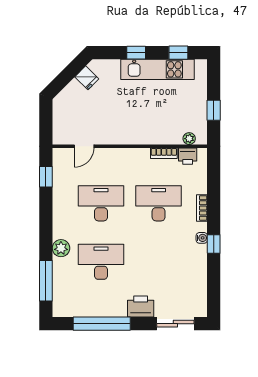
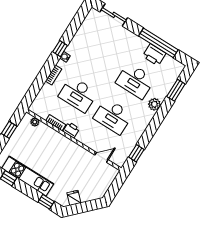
window: (136, 53) -> (46, 202), moved
printer: (188, 156) -> (71, 130), moved
window: (46, 281) -> (176, 90), width x0.69
printer: (141, 307) -> (154, 55), moved

